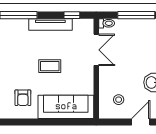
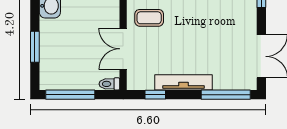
coffee table: (50, 66) -> (149, 18), moved

